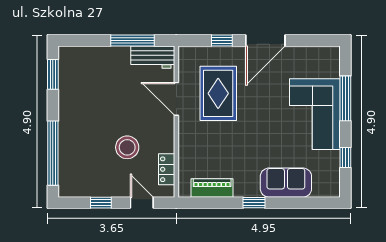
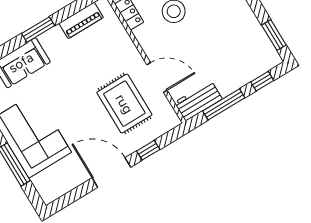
window: (87, 41) -> (262, 81), added
door: (265, 41) -> (111, 172), hinge flipped
window: (254, 203) -> (38, 30), width x1.50

